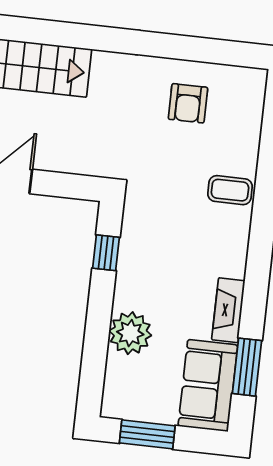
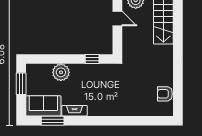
armchair: (188, 103) -> (165, 94), moved
coffee table: (230, 190) -> (123, 106), removed

